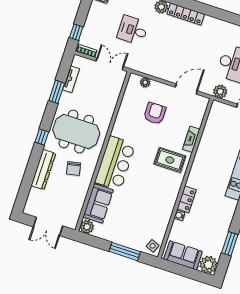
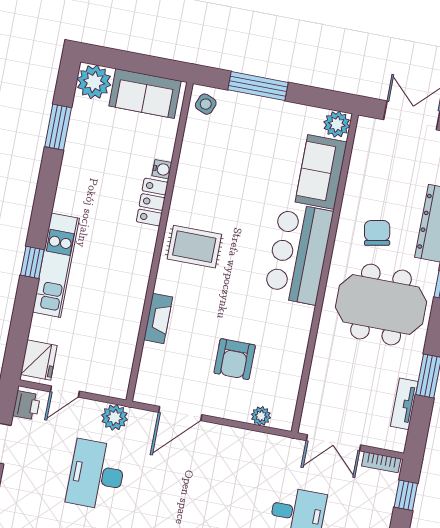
rug: (170, 160) -> (194, 247), moved

